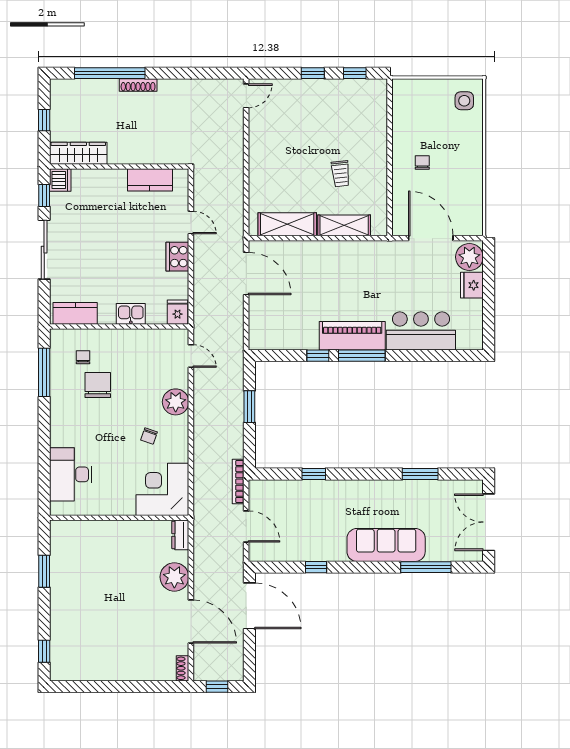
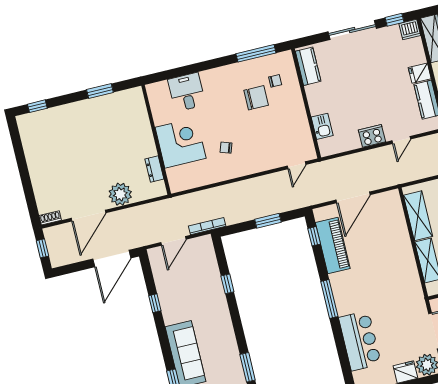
door: (246, 274) -> (353, 197), moved
fridge: (178, 312) -> (420, 73), moved, turned 180
kitchen sink: (131, 314) -> (322, 126), moved
piano: (352, 336) -> (333, 246), moved
window: (318, 356) -> (314, 236), moved
plant: (176, 402) -> (258, 162), removed
desk: (71, 474) -> (187, 92), width x0.73
corner desk: (162, 489) -> (181, 143), moved
dresser: (180, 535) -> (154, 169), moved, turned -90

